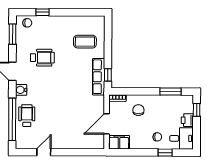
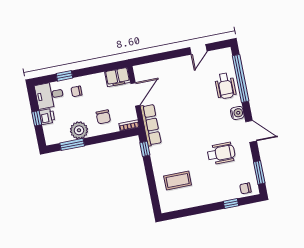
wheelchair: (42, 58) -> (221, 153), turned 180
row of seats: (99, 77) -> (151, 125), moved
plant: (162, 103) -> (79, 130), added
window: (197, 110) -> (37, 118), moved

